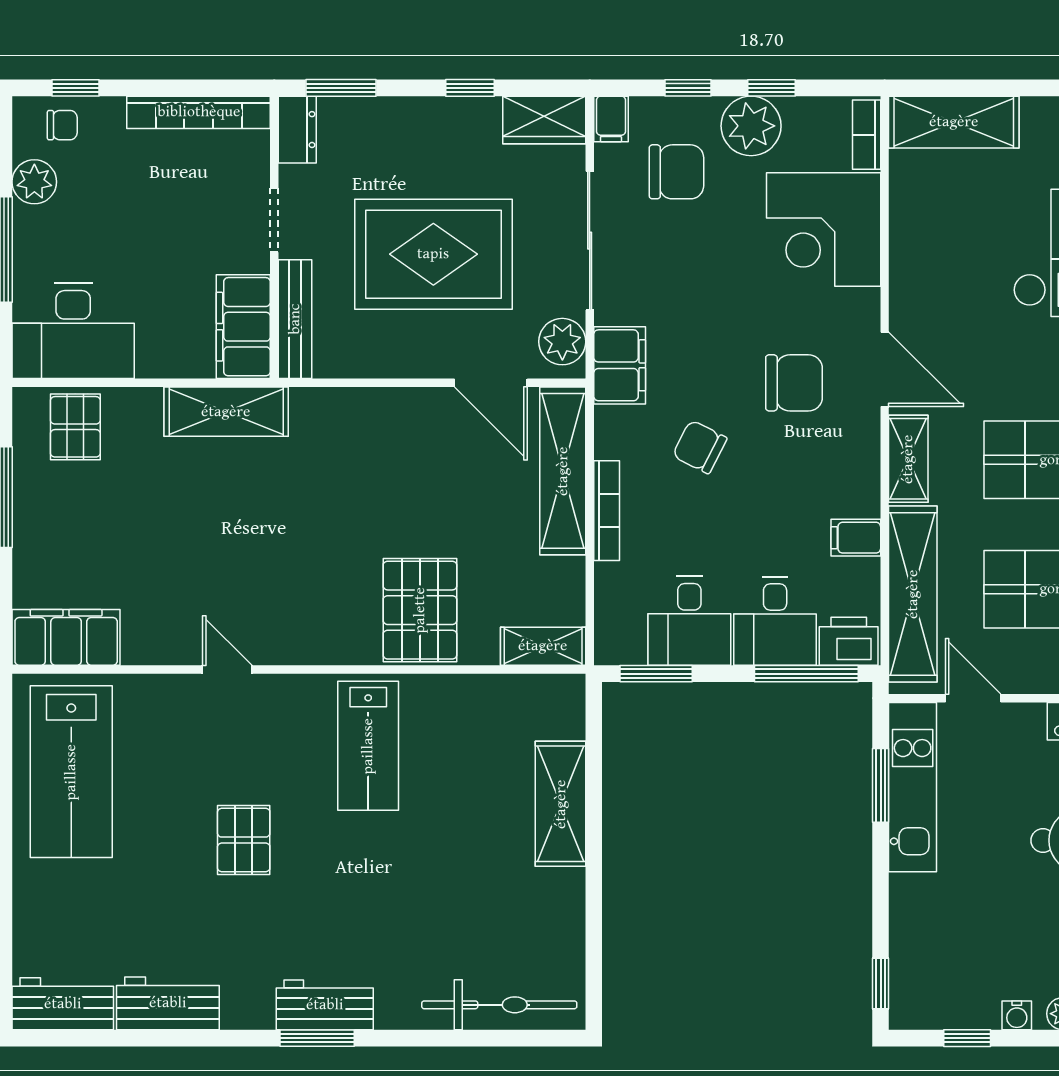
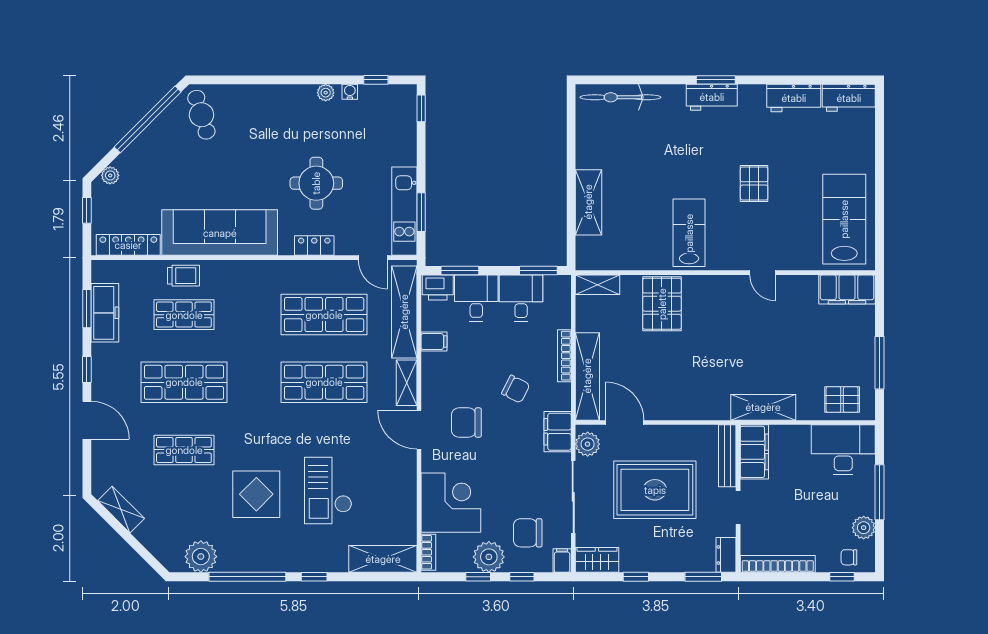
pallet: (75, 427) -> (842, 400), turned 90
window: (806, 674) -> (460, 270), width x0.69

